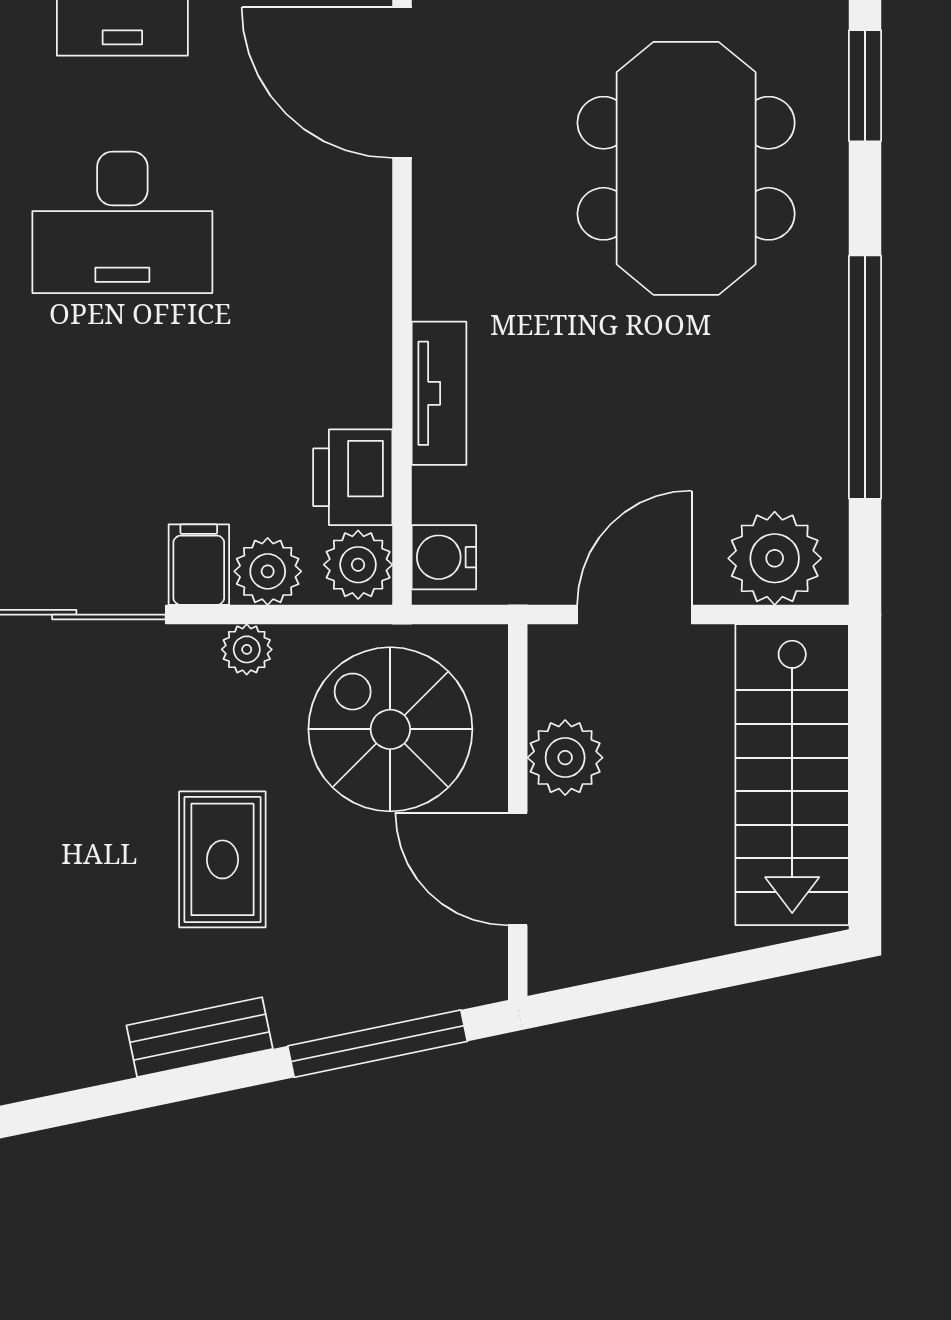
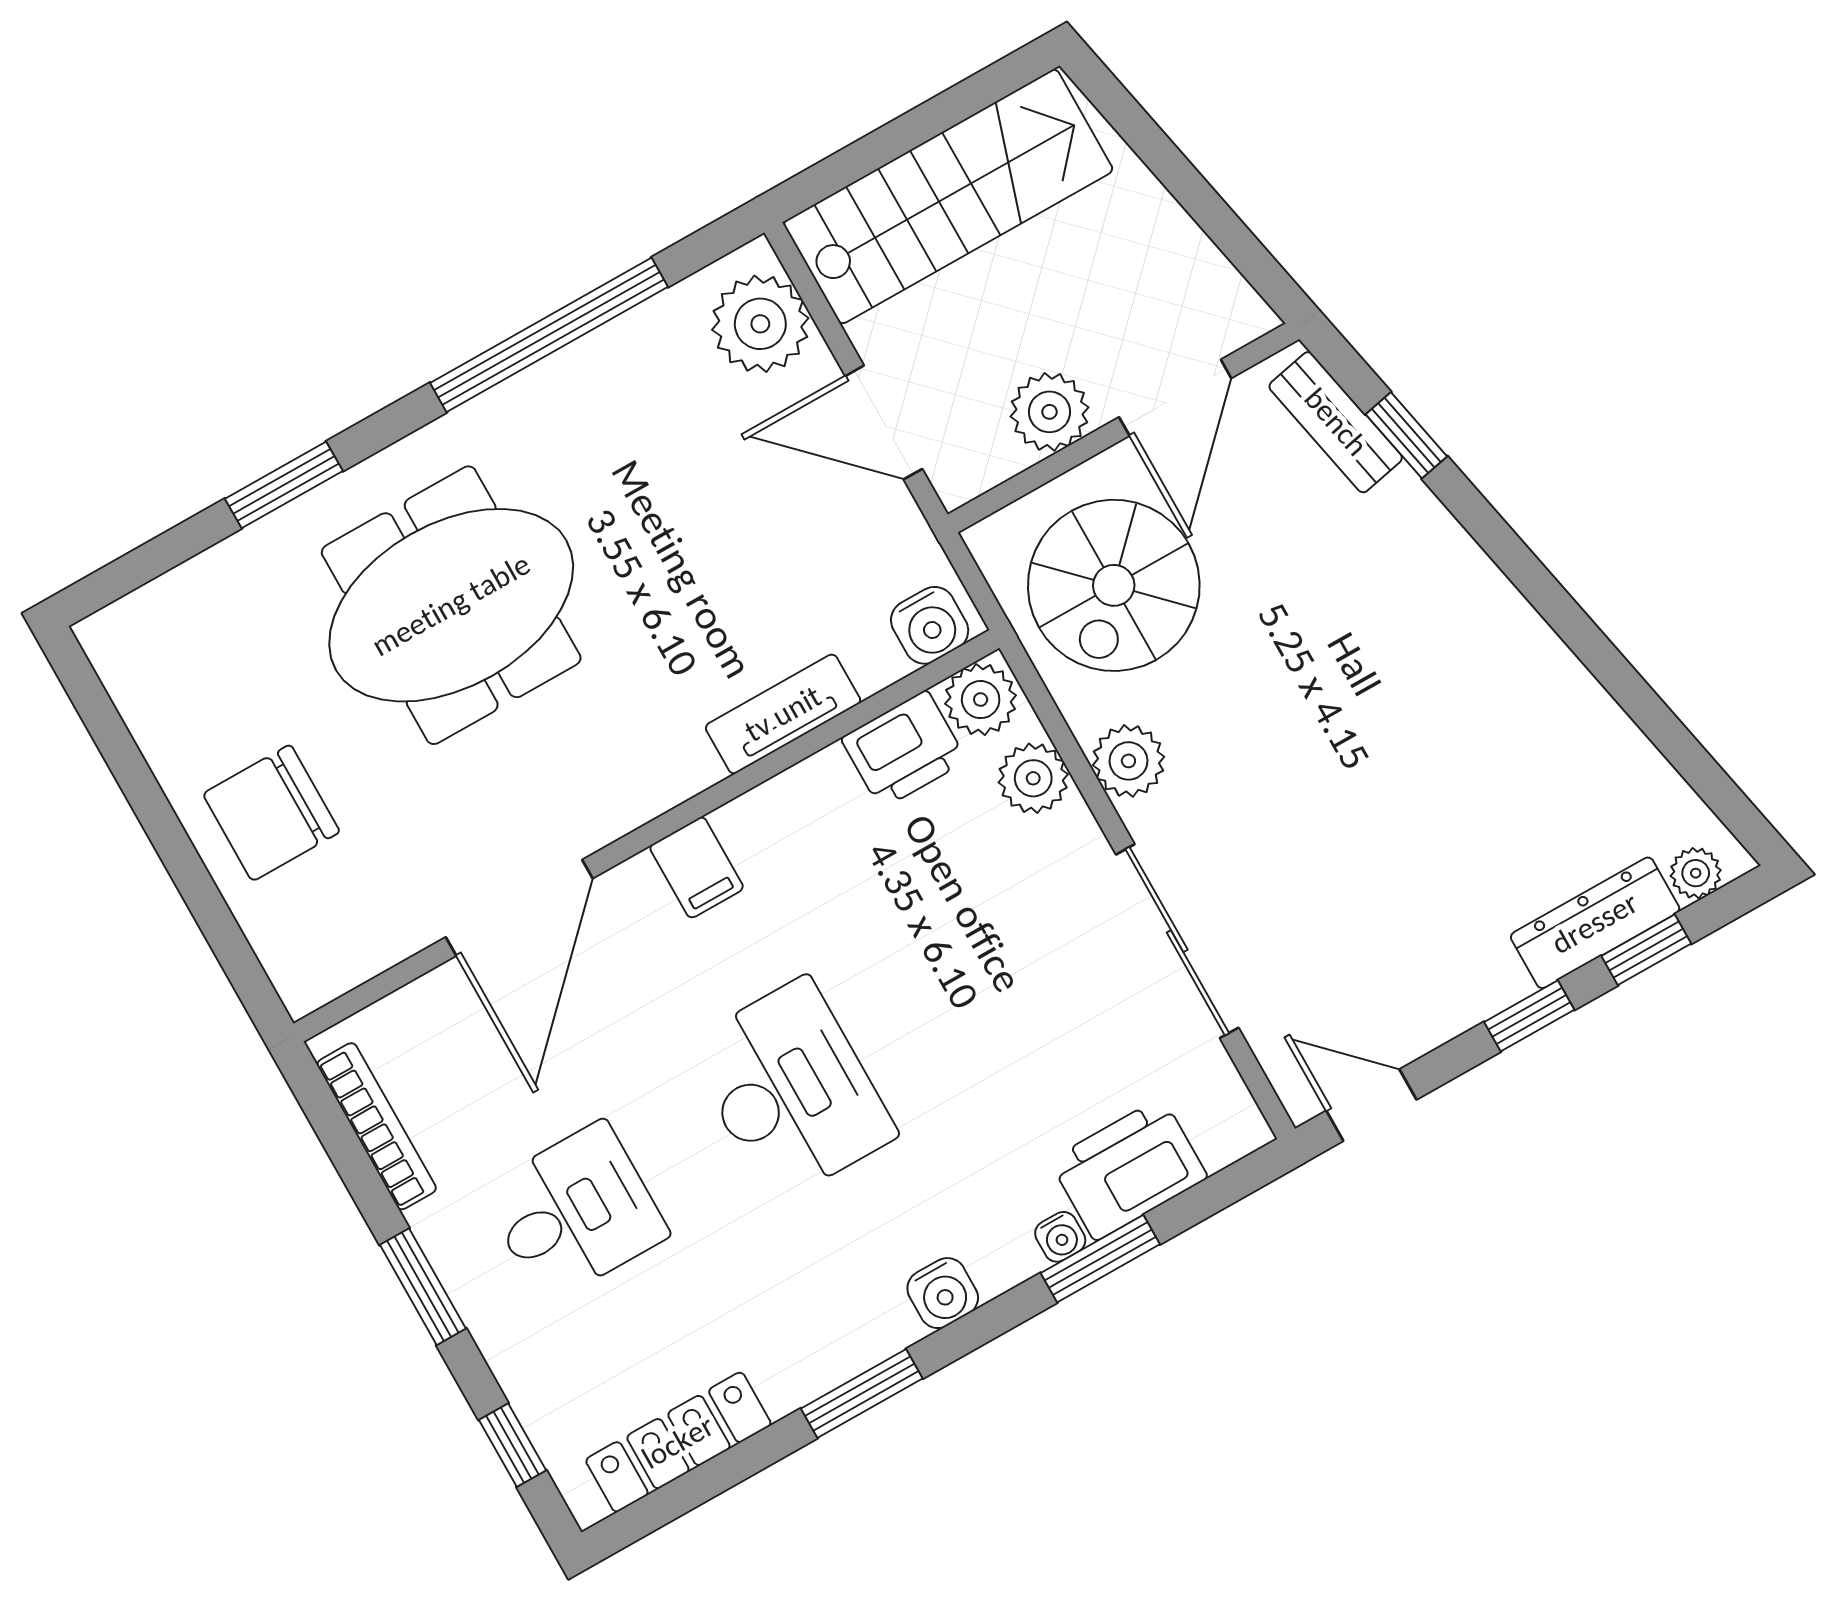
filing cabinet: (199, 565) -> (697, 867), moved, turned -90
plant: (247, 649) -> (1128, 761), width x1.38, depth x1.38
rug: (222, 859) -> (1319, 671), removed
bench: (200, 1037) -> (1336, 422), moved
window: (378, 1044) -> (1406, 435), width x0.46

